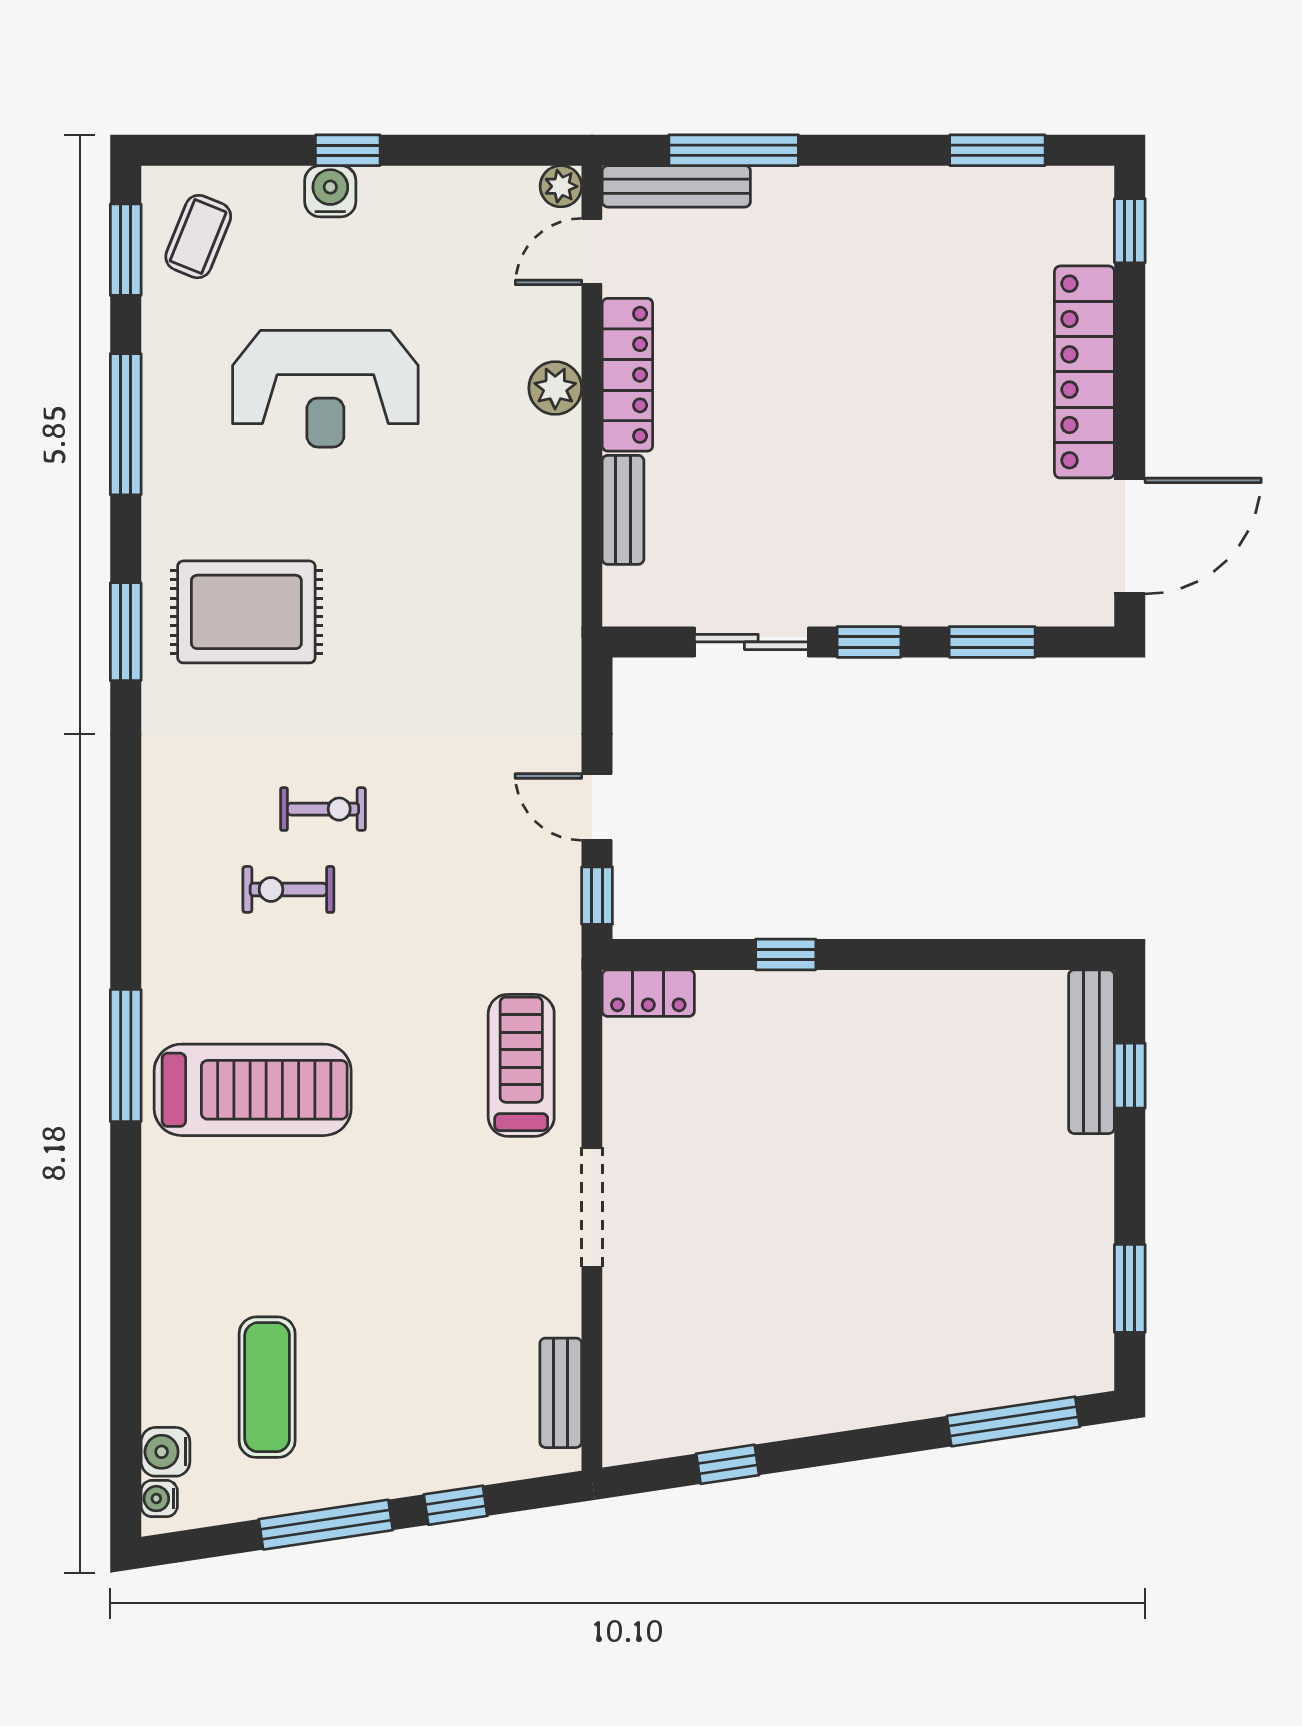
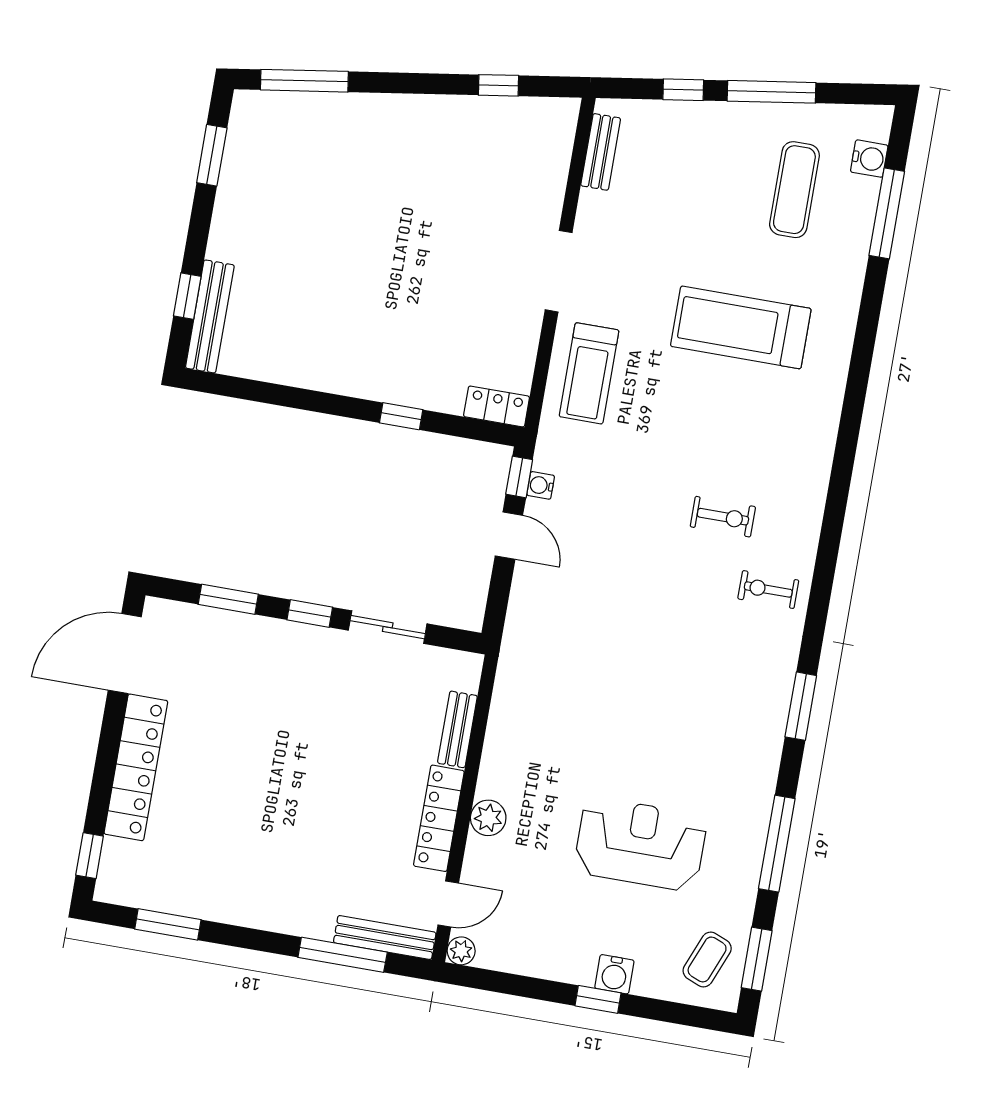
rug: (246, 612) -> (719, 705), removed
exercise bike: (323, 809) -> (768, 590), moved
window: (126, 1056) -> (887, 213), moved
treadmill: (253, 1090) -> (741, 327), moved
water cooler: (159, 1499) -> (541, 485), moved, turned 180

